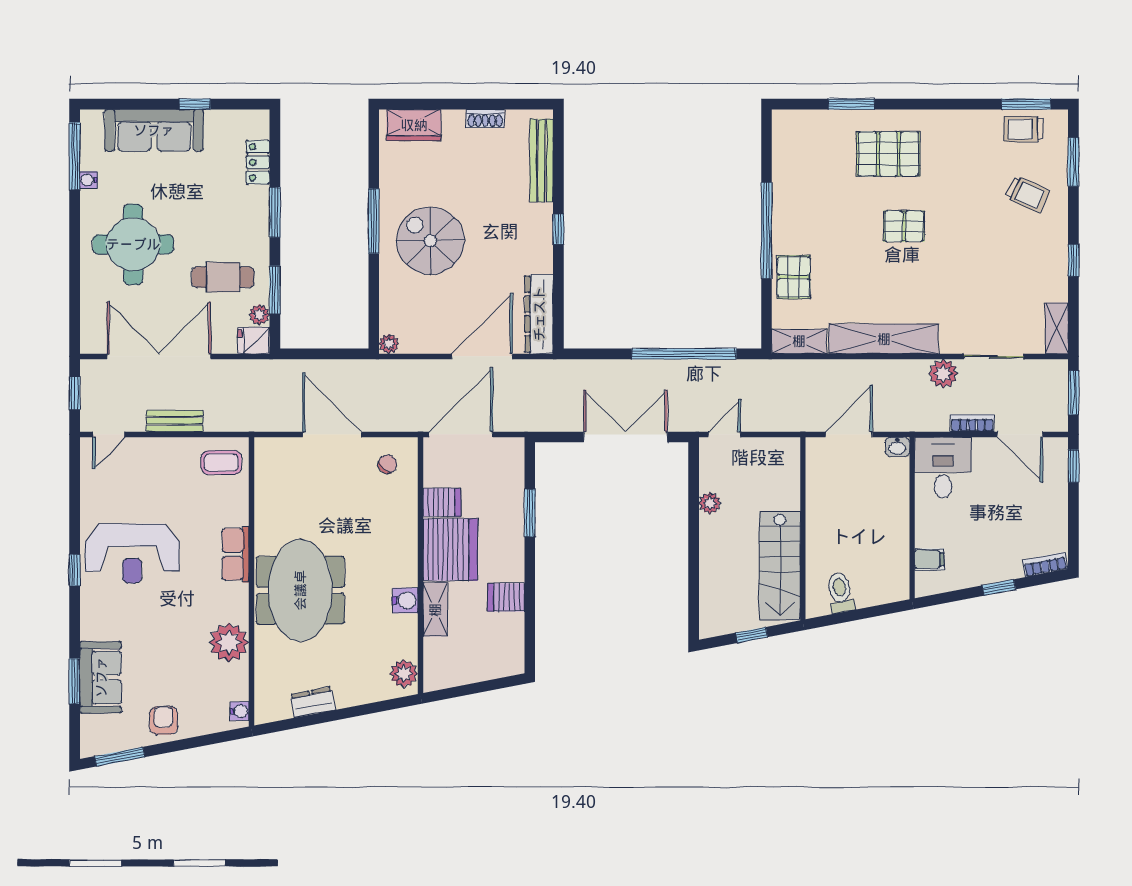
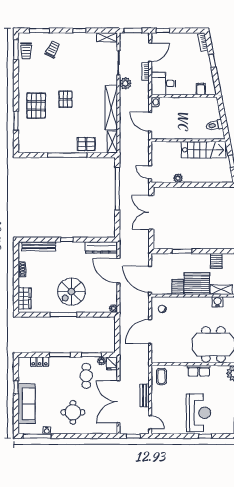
round table: (133, 244) -> (73, 412), width x0.73, depth x0.73

